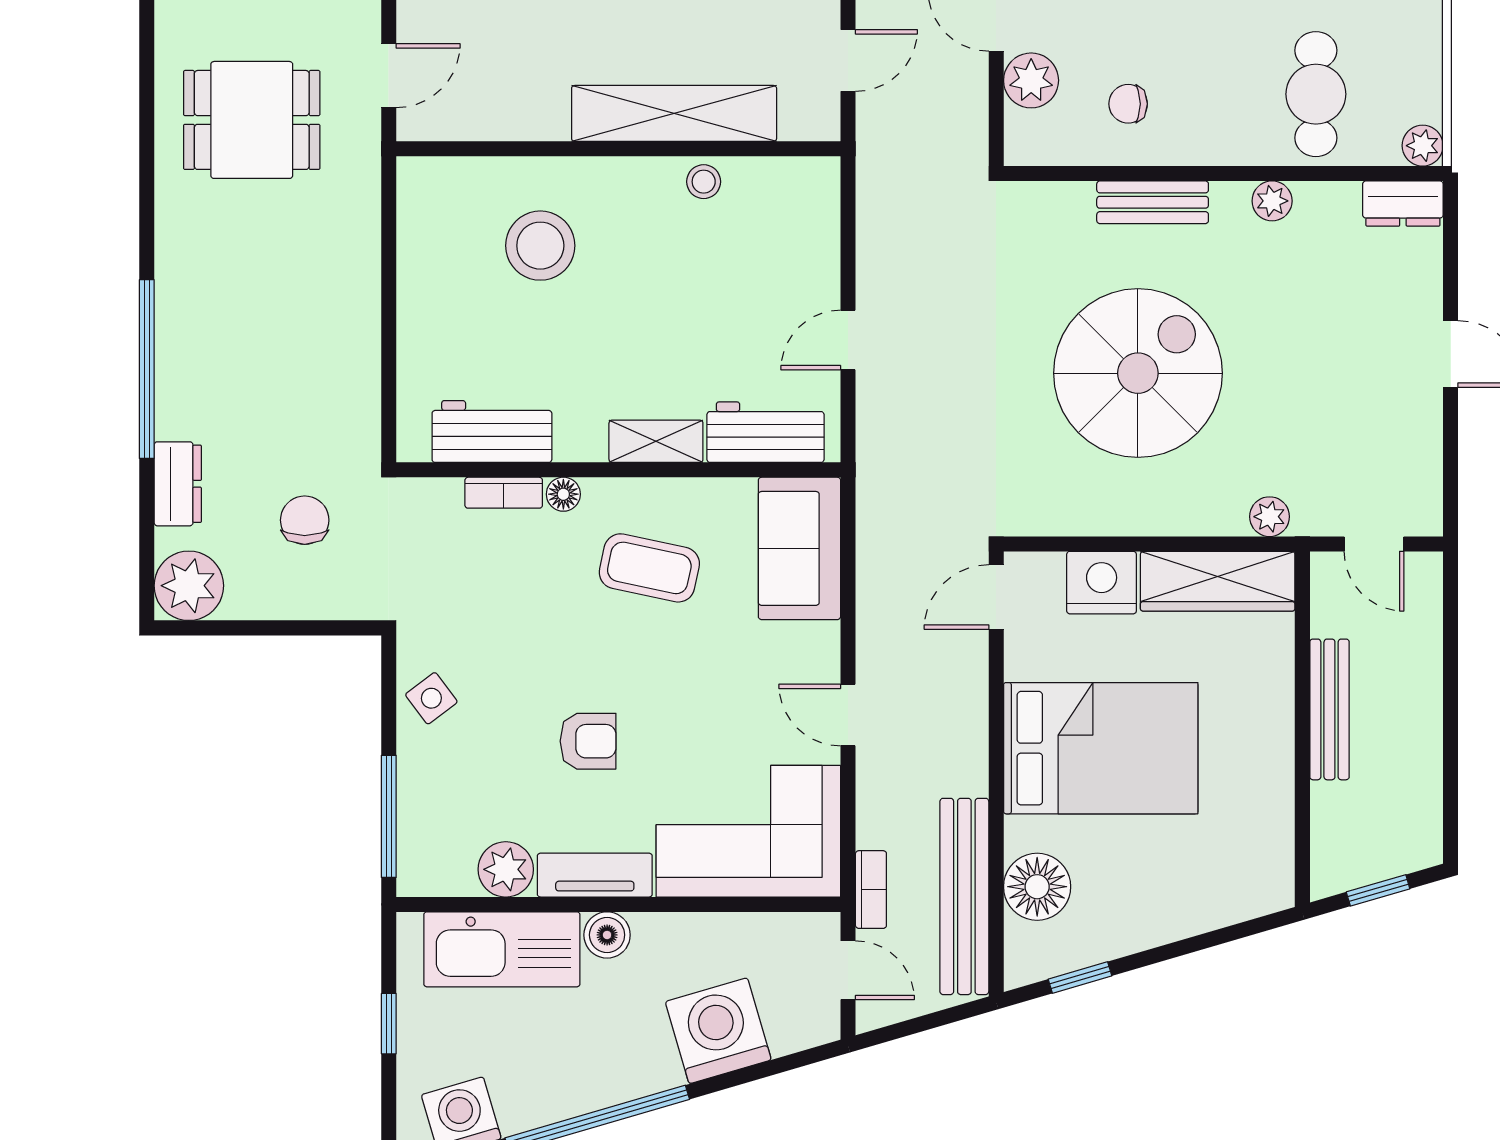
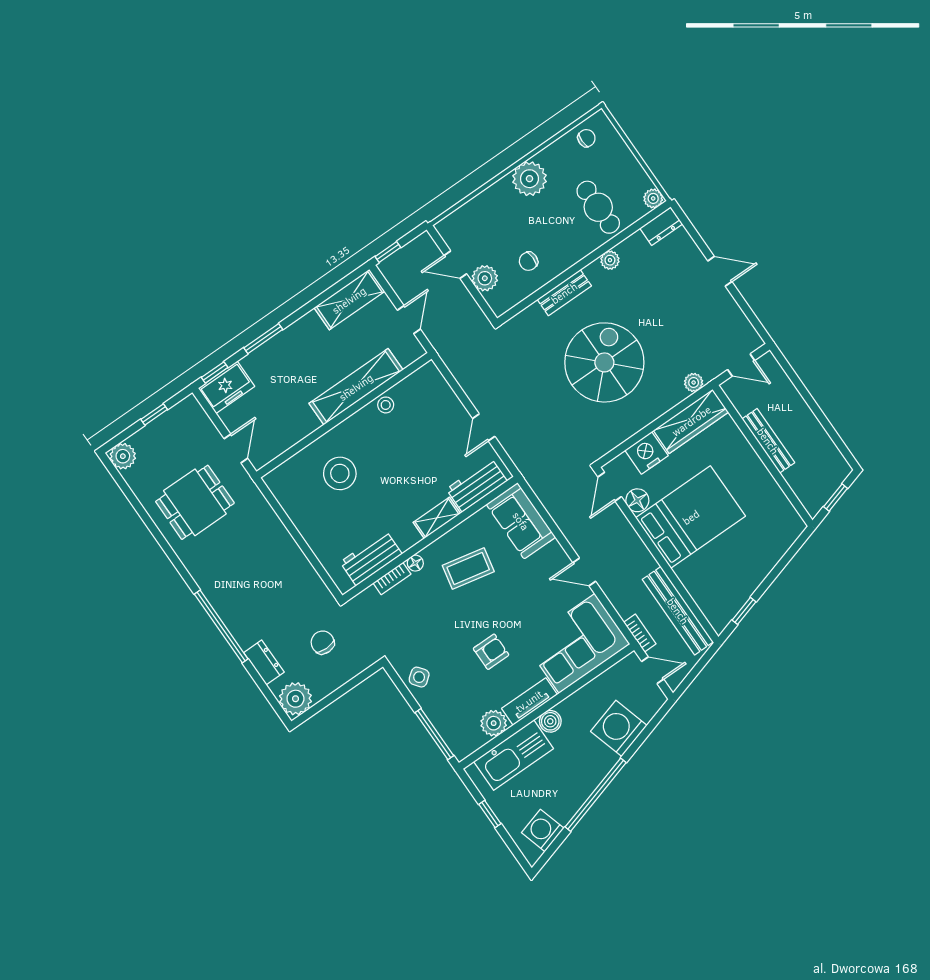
floor lamp: (1037, 887) -> (637, 500), moved, width x0.73, depth x0.73

